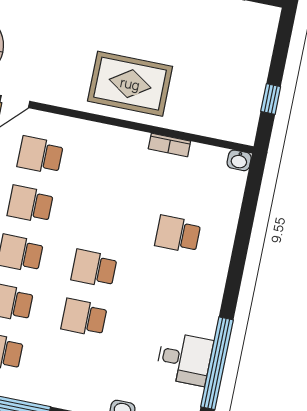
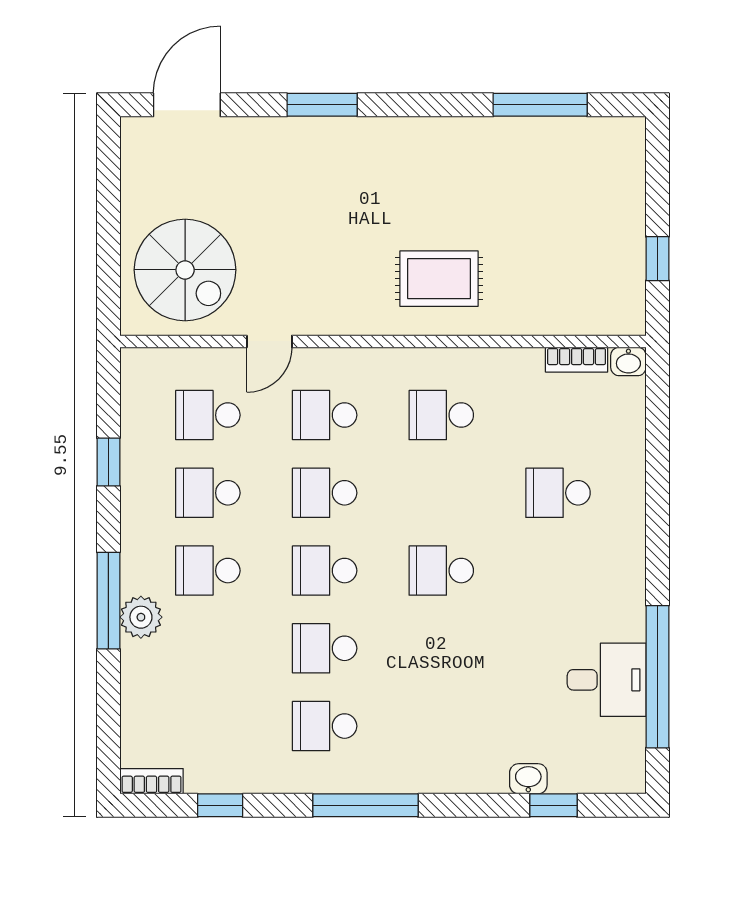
rug: (130, 84) -> (439, 279), width x0.73, depth x0.70
bookcase: (169, 145) -> (577, 360), moved
school desk: (84, 318) -> (441, 415), moved

